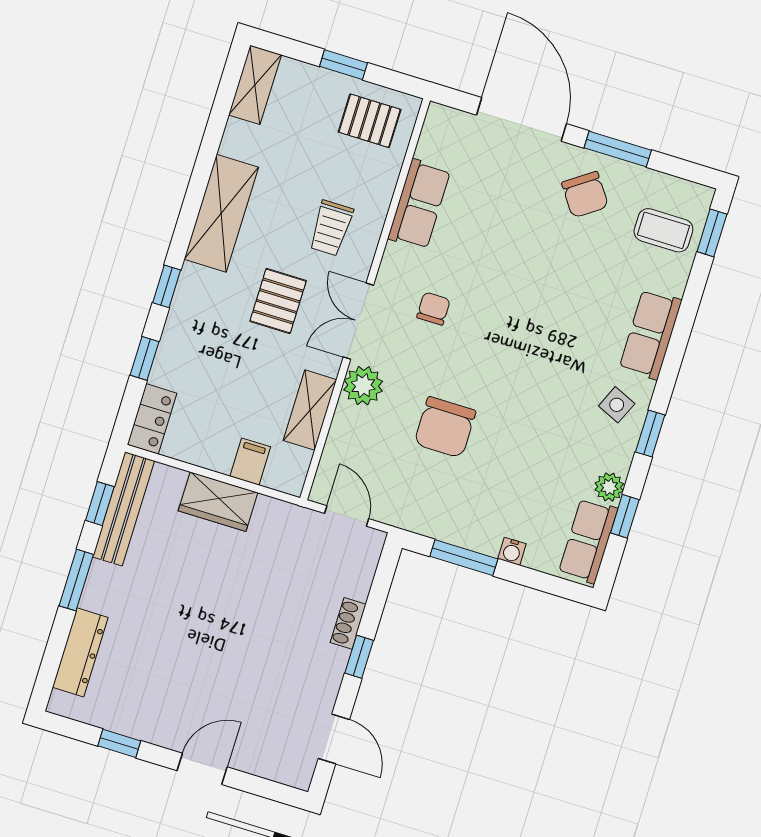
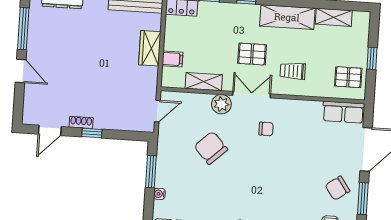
shelving: (255, 85) -> (334, 17), moved
pallet: (370, 121) -> (348, 77), turned 90
row of seats: (419, 204) -> (343, 112), moved
chair: (445, 427) -> (211, 148), turned 47
shoe rack: (348, 623) -> (81, 122), moved
window: (119, 743) -> (23, 29), width x2.17

